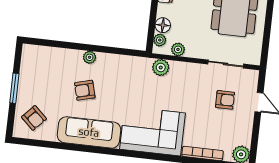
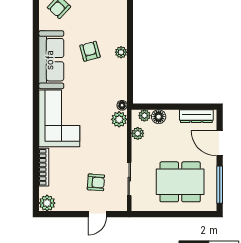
floor lamp: (146, 63) -> (122, 105), added
armchair: (225, 100) -> (96, 182), turned -86

